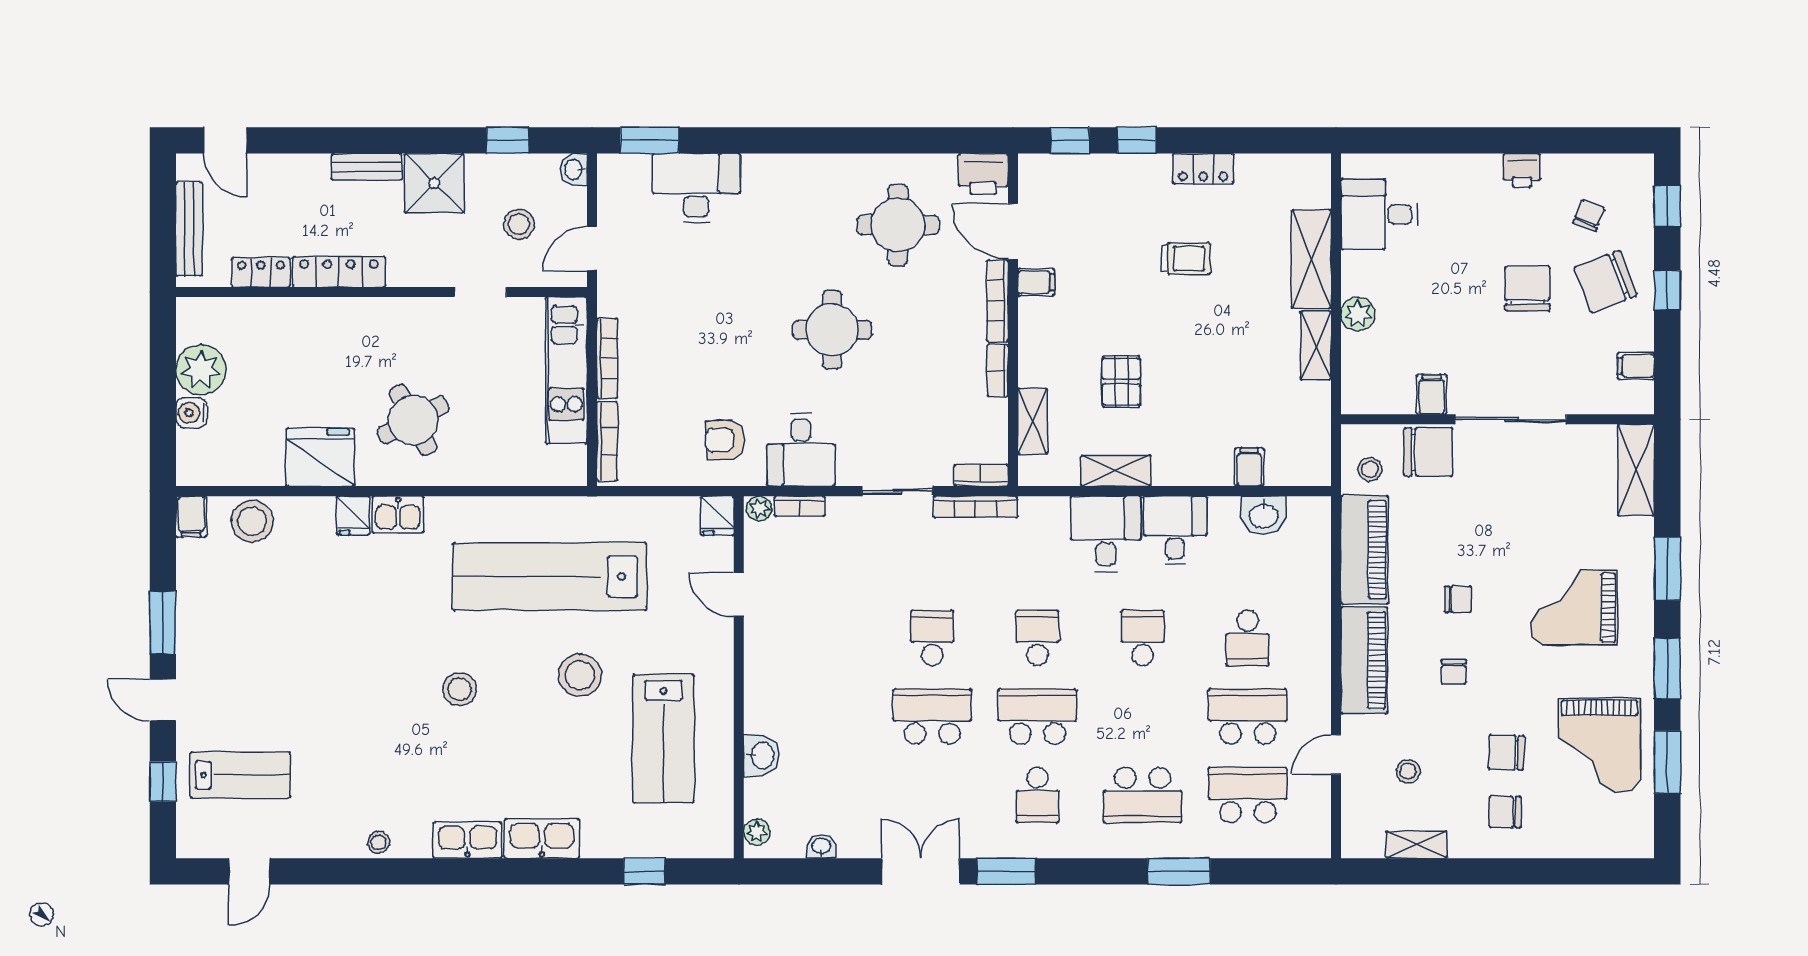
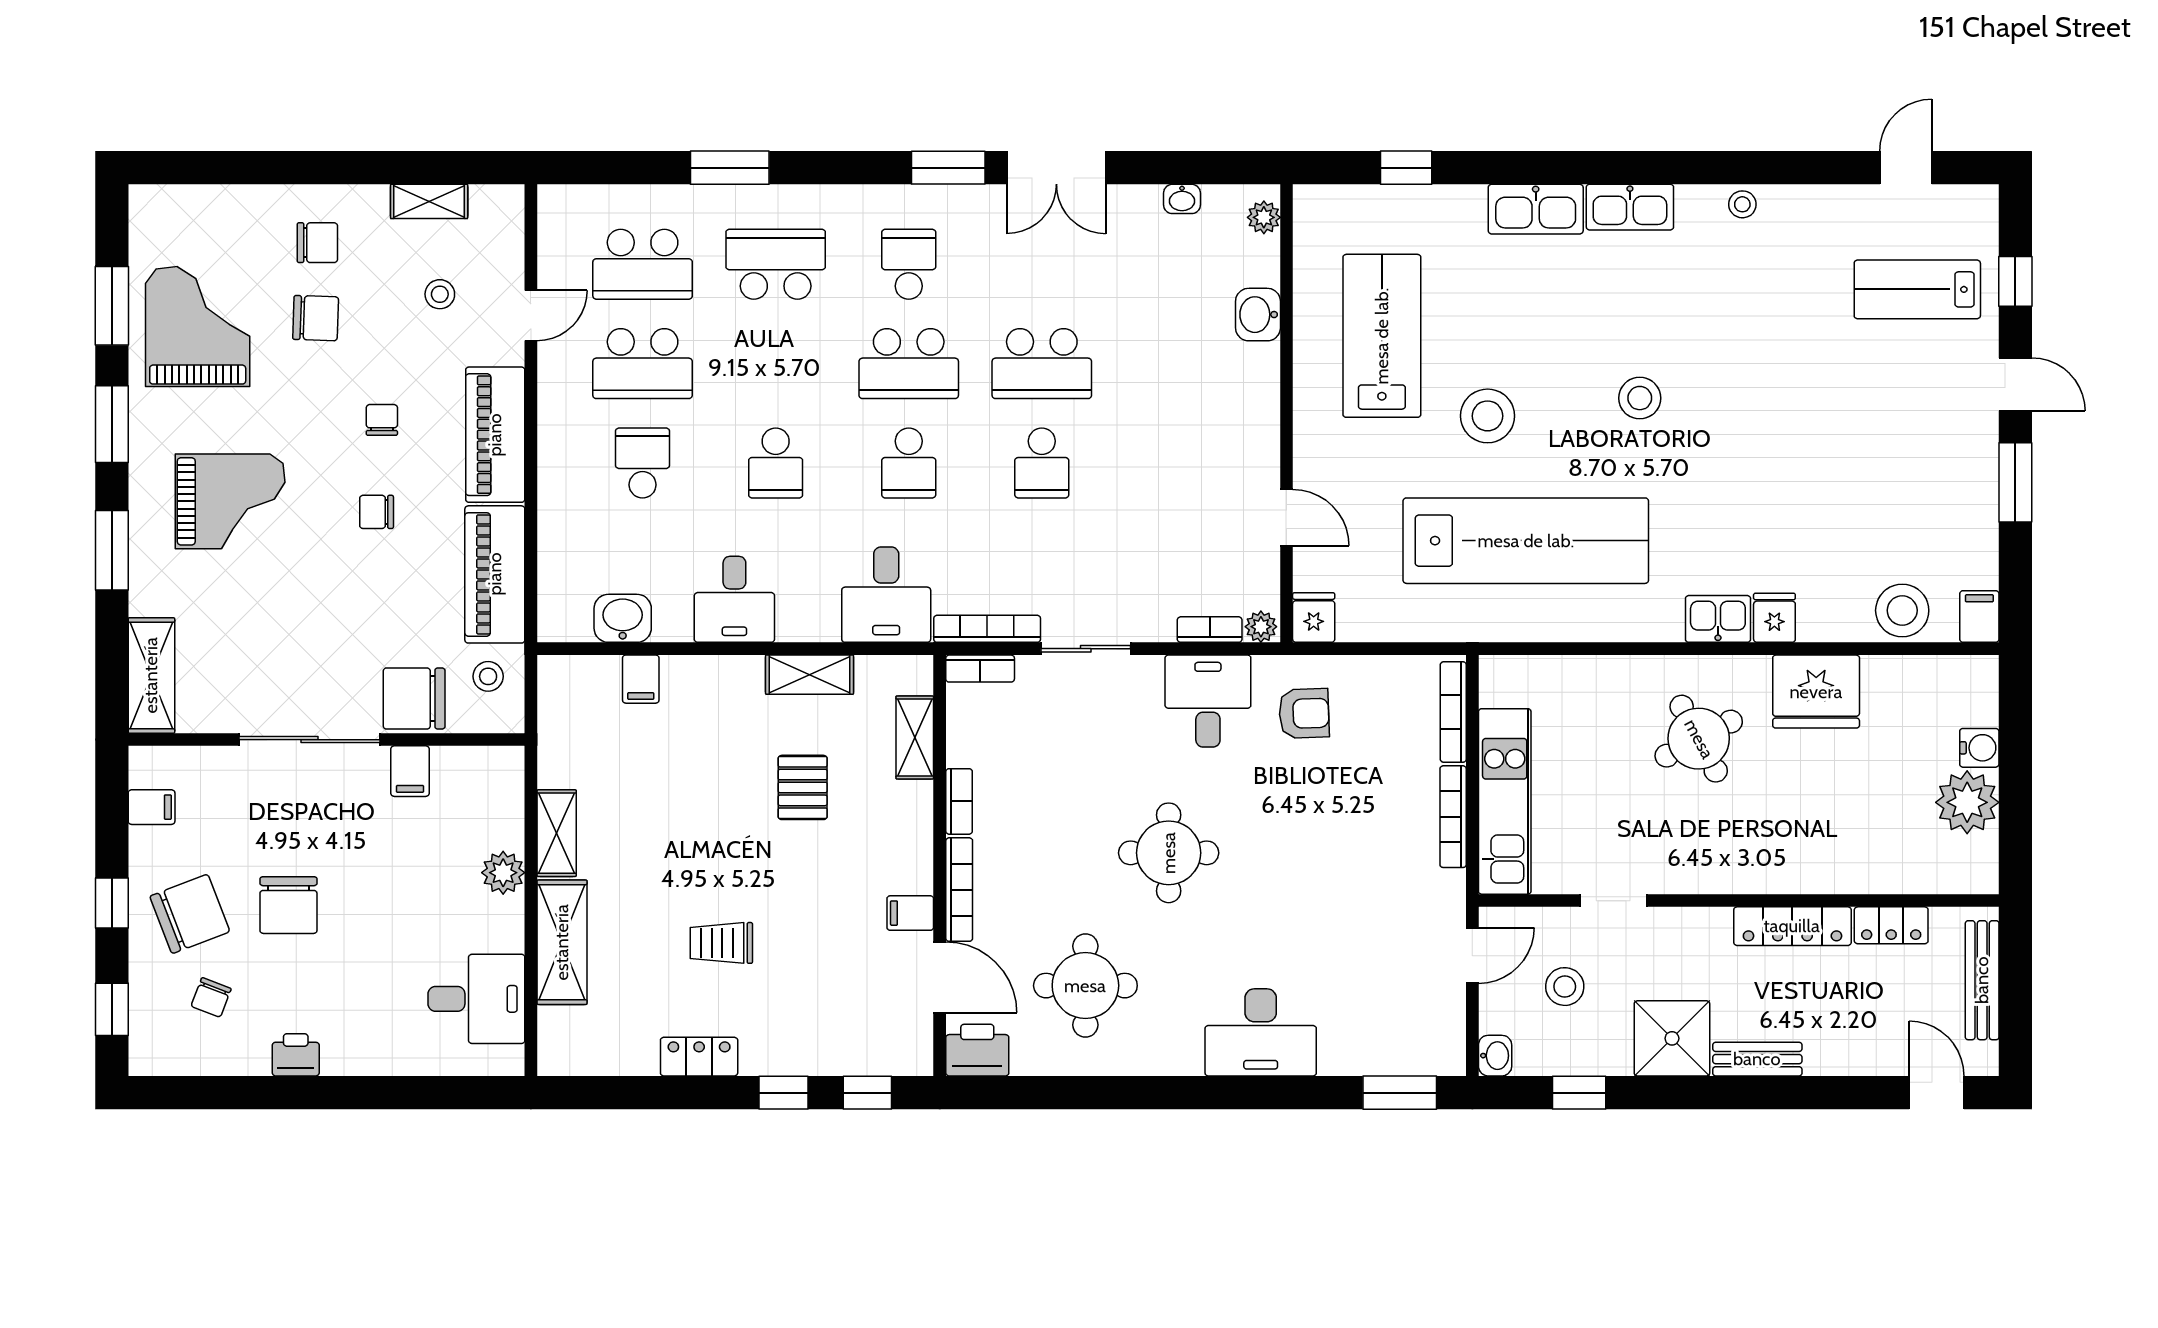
desk: (696, 188) -> (1261, 1032), moved
desk: (1106, 534) -> (886, 595), moved

